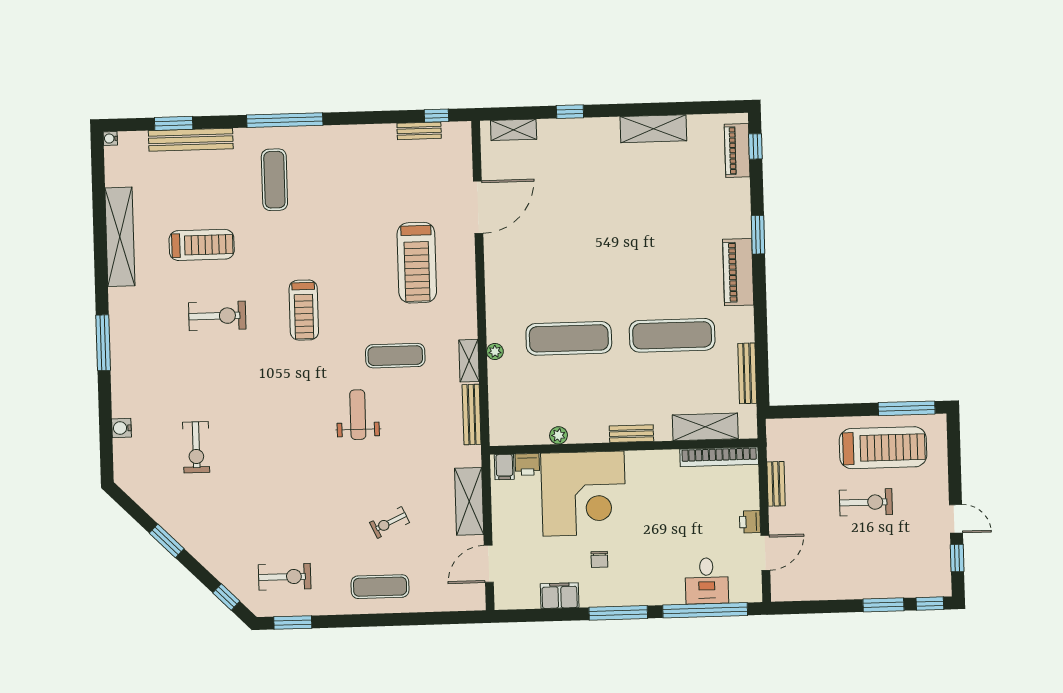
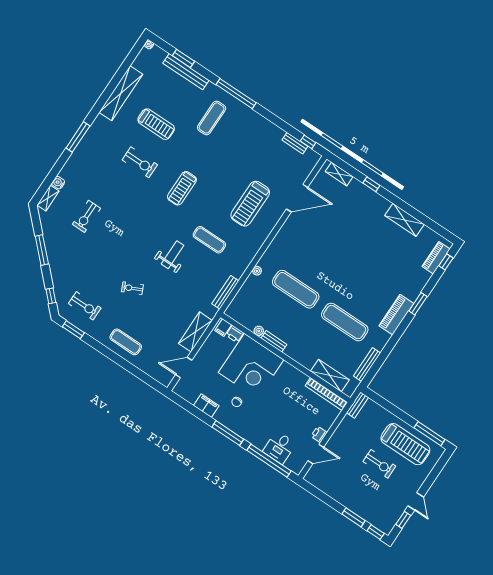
shelving: (469, 361) -> (48, 198), moved
bench: (631, 434) -> (274, 341), moved
bench: (776, 484) -> (357, 405), moved
exercise bike: (390, 522) -> (132, 288), moved
window: (167, 541) -> (42, 250), width x1.44

